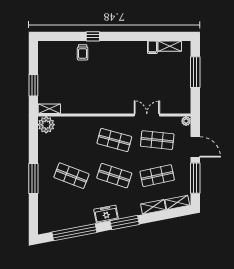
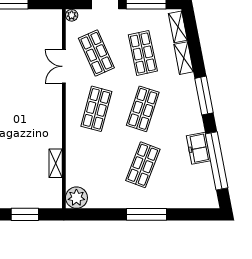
shelving: (49, 109) -> (56, 163), moved
shop shelf: (157, 140) -> (96, 53), turned -30
freezer: (106, 214) -> (198, 148), moved

